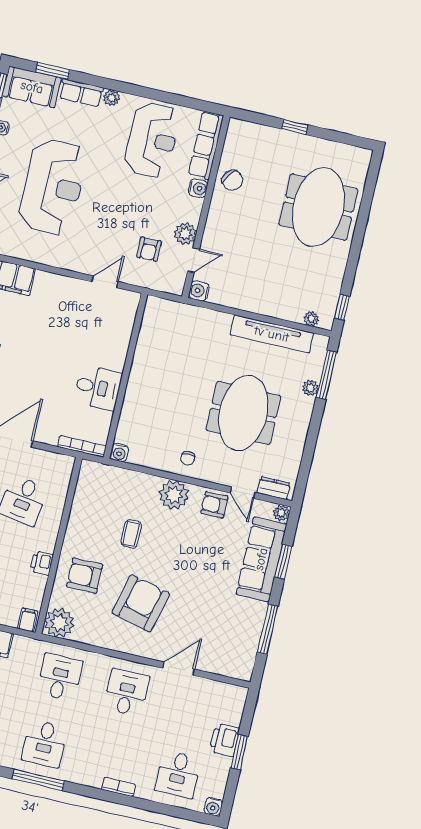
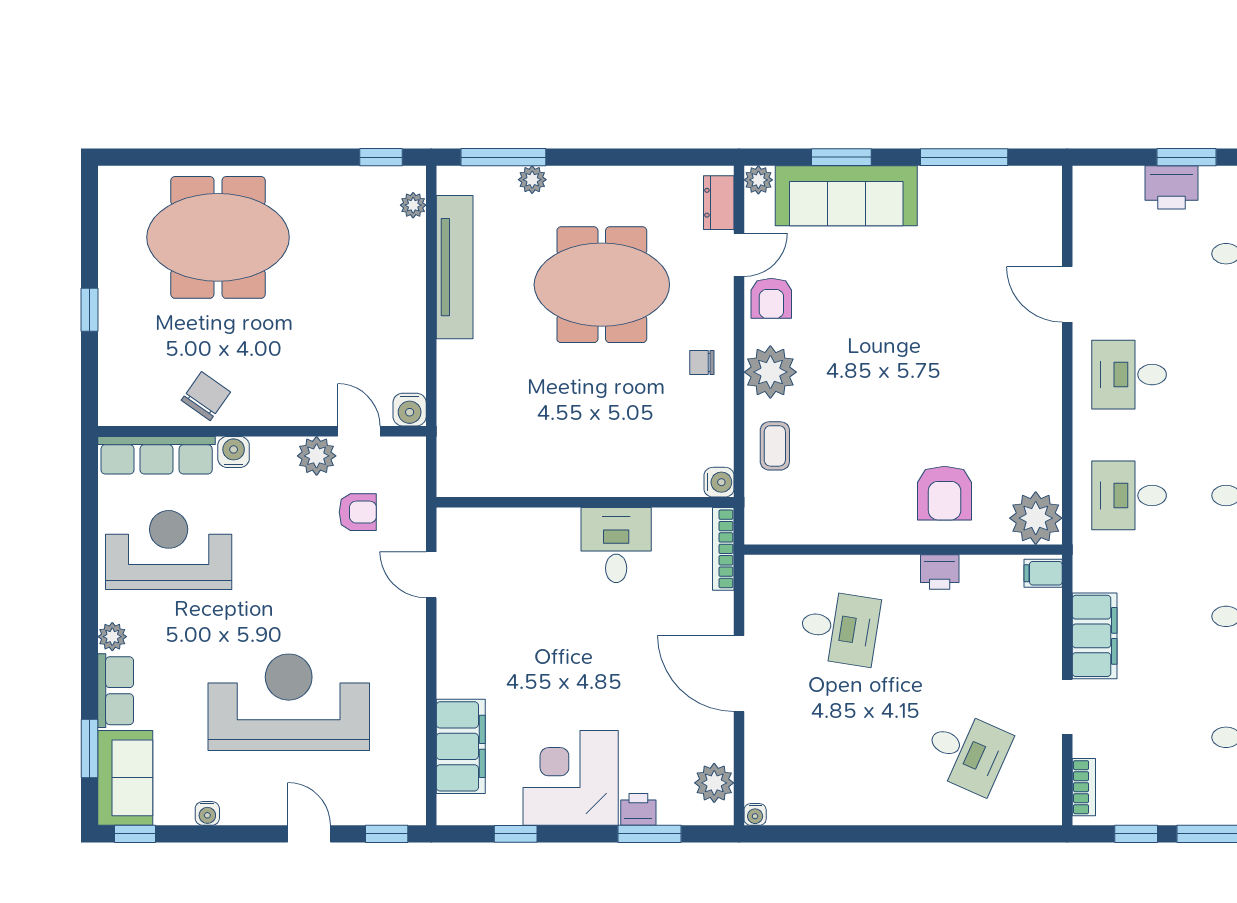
chair: (188, 458) -> (702, 363), turned 180
coffee table: (131, 534) -> (775, 446), moved, turned 90
armchair: (141, 603) -> (970, 386), removed

